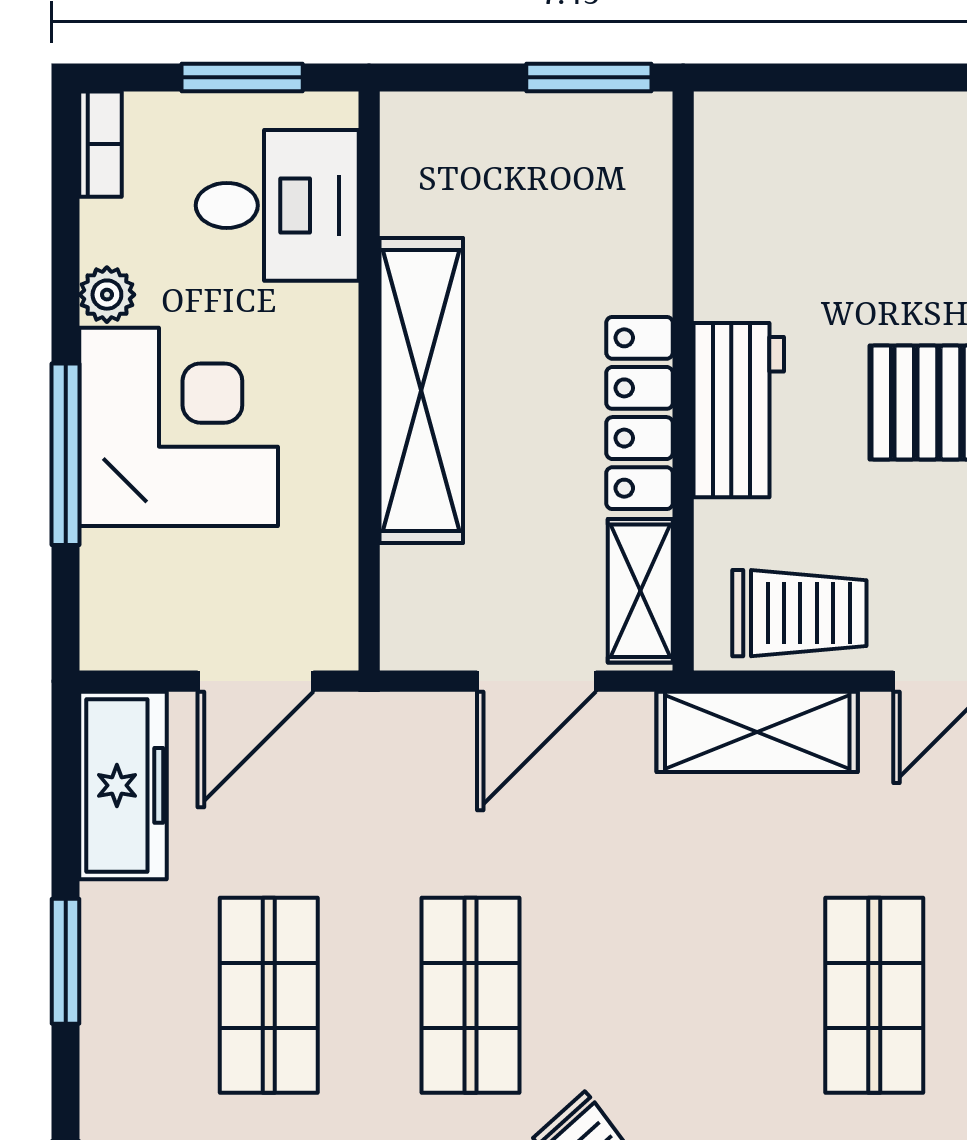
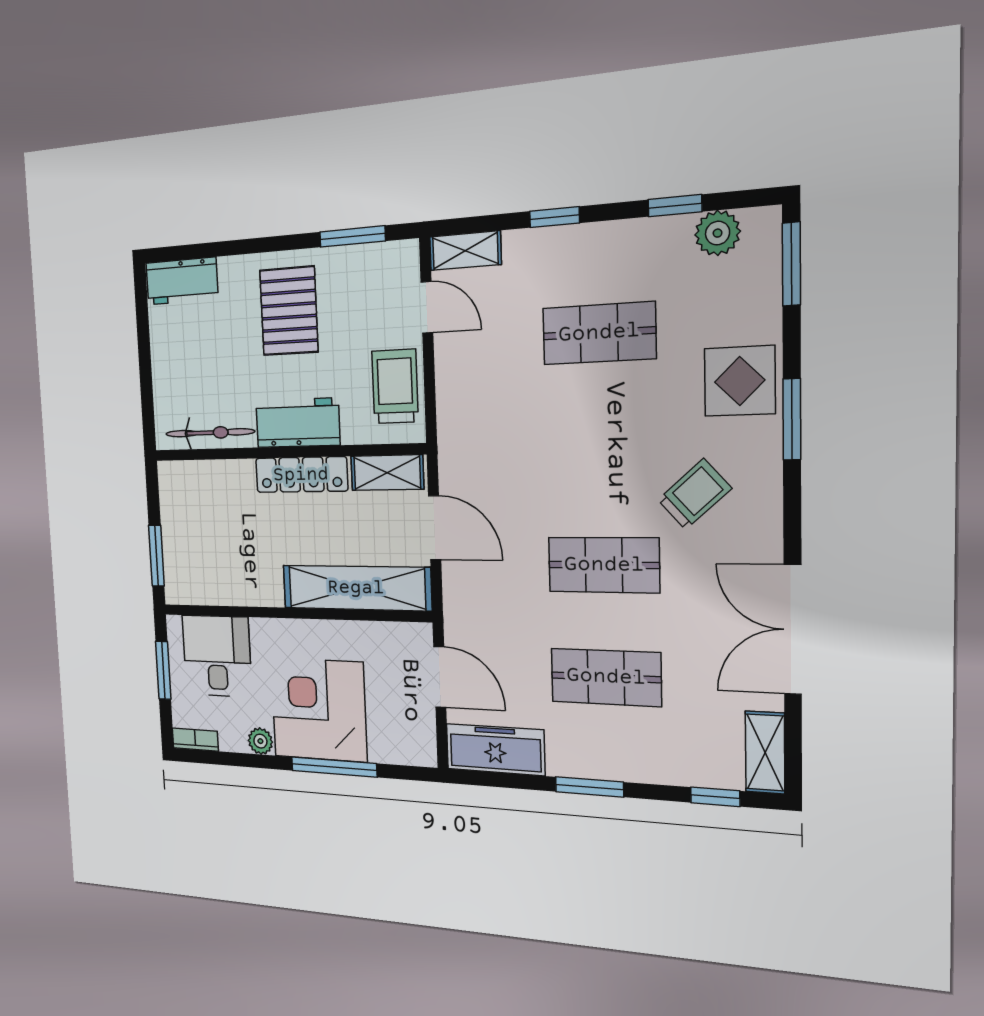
window: (589, 77) -> (156, 556), moved
bicycle: (725, 217) -> (210, 433), added
shelving: (421, 391) -> (356, 588), moved
shelving: (757, 732) -> (457, 407), removed

